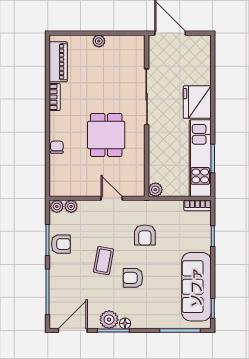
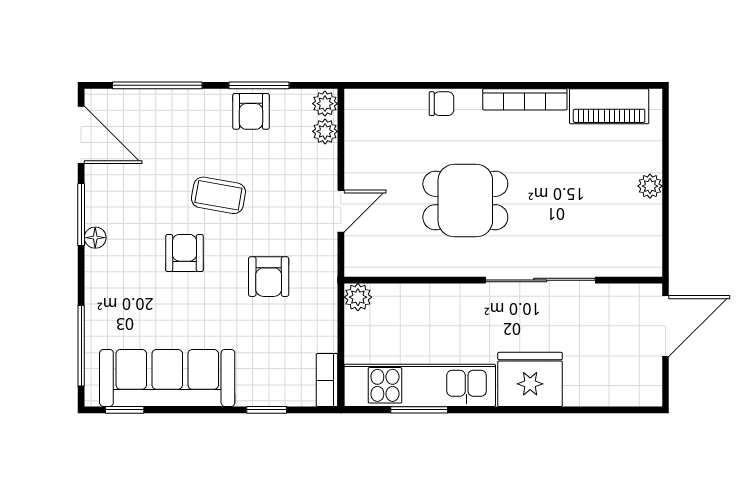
bookcase: (55, 97) -> (525, 99), width x1.56
armchair: (145, 235) -> (269, 277), turned -90
plant: (109, 320) -> (103, 206), removed

